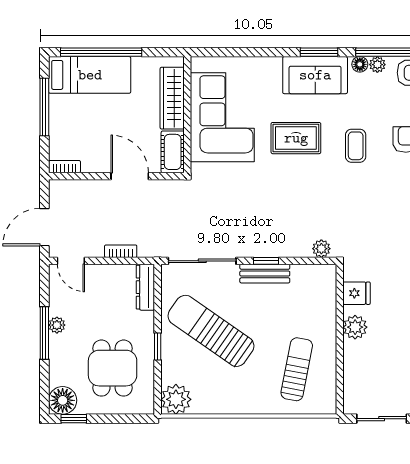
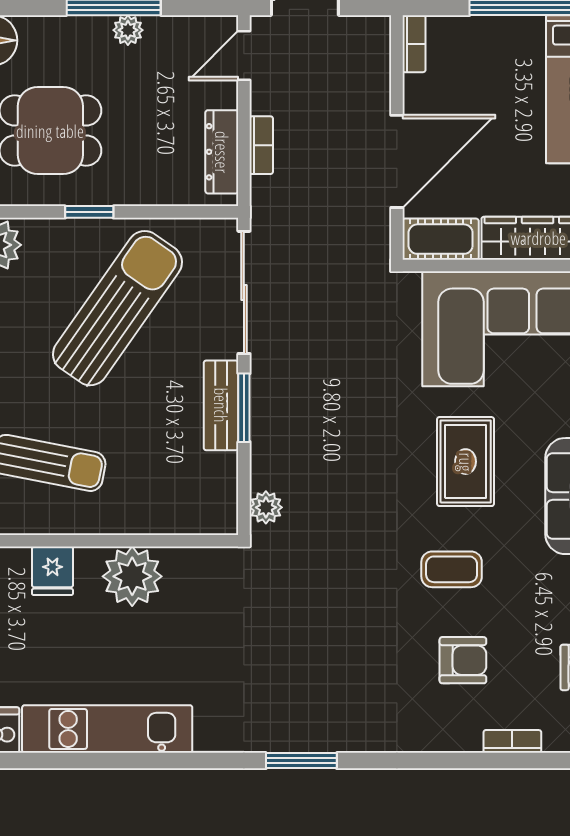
door: (130, 176) -> (397, 161), width x1.36
window: (266, 261) -> (244, 408), width x1.50
dresser: (145, 287) -> (222, 152), moved, turned -90
fridge: (356, 293) -> (52, 571), moved
plant: (355, 327) -> (132, 576), width x1.36, depth x1.36

